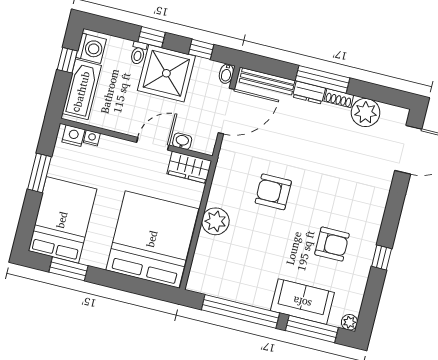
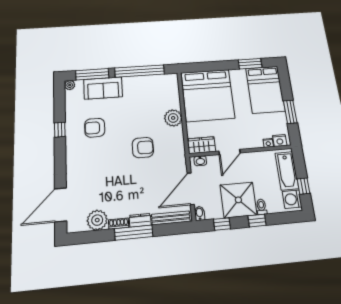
washbasin: (182, 141) -> (200, 161), moved

